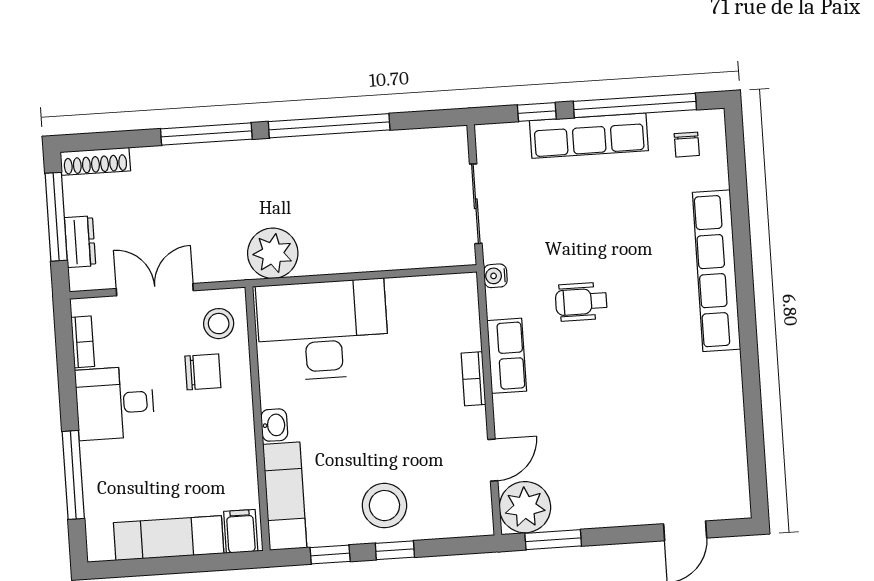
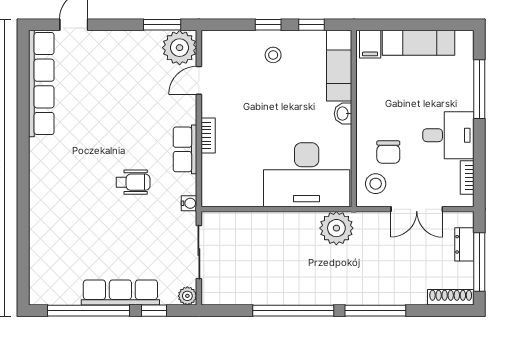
plant: (489, 137) -> (187, 296), added
chair: (687, 145) -> (56, 282), removed
row of seats: (717, 271) -> (41, 84), moved
chair: (203, 372) -> (388, 152), turned -90
stool: (384, 506) -> (273, 55), width x0.53, depth x0.53

